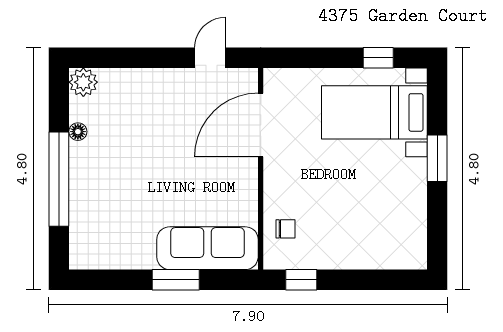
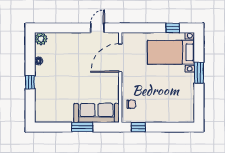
window: (59, 179) -> (30, 82), width x0.32

